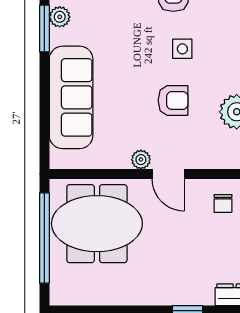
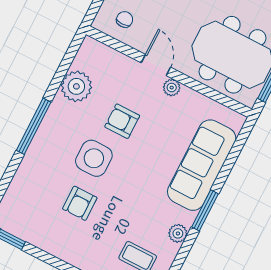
window: (44, 28) -> (205, 210), moved
side table: (182, 49) -> (94, 158), width x1.87, depth x1.87

